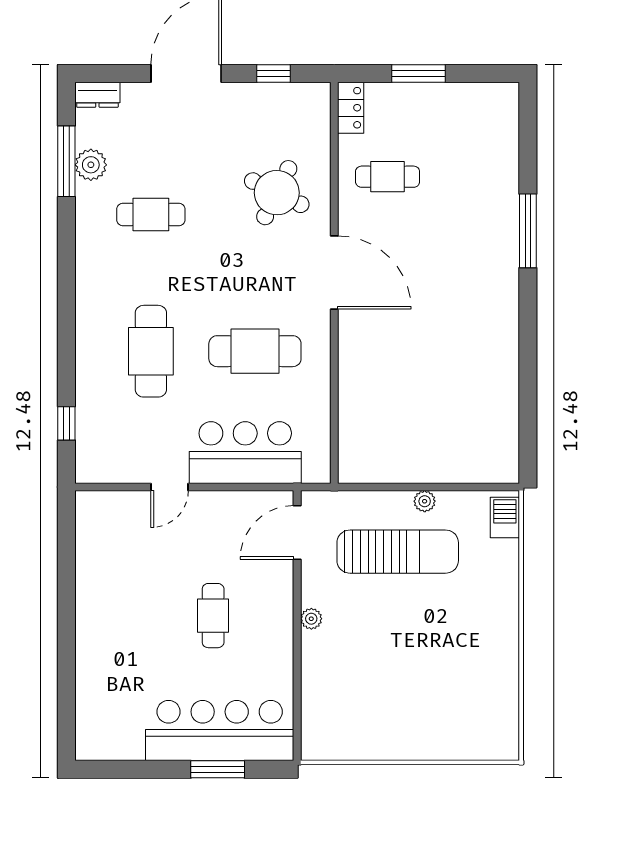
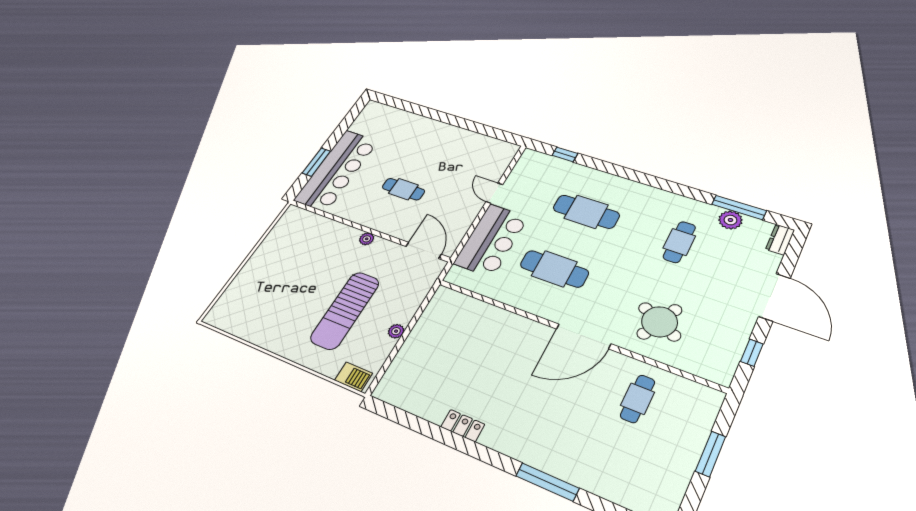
locker: (351, 108) -> (463, 426), moved, turned 180
cafe table: (255, 351) -> (554, 269), turned 90
sun lounger: (398, 552) -> (345, 310), moved

